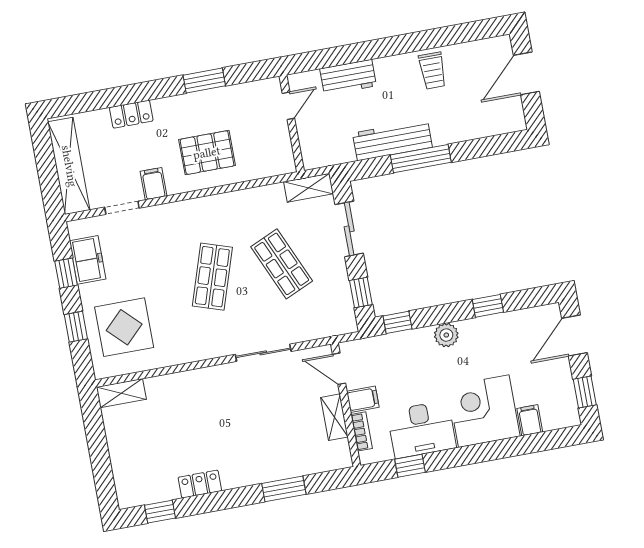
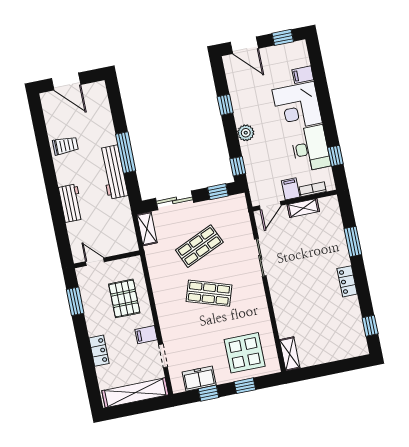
door: (288, 106) -> (95, 262), moved
wall: (292, 123) -> (107, 259), moved
locker: (200, 484) -> (347, 281), moved

